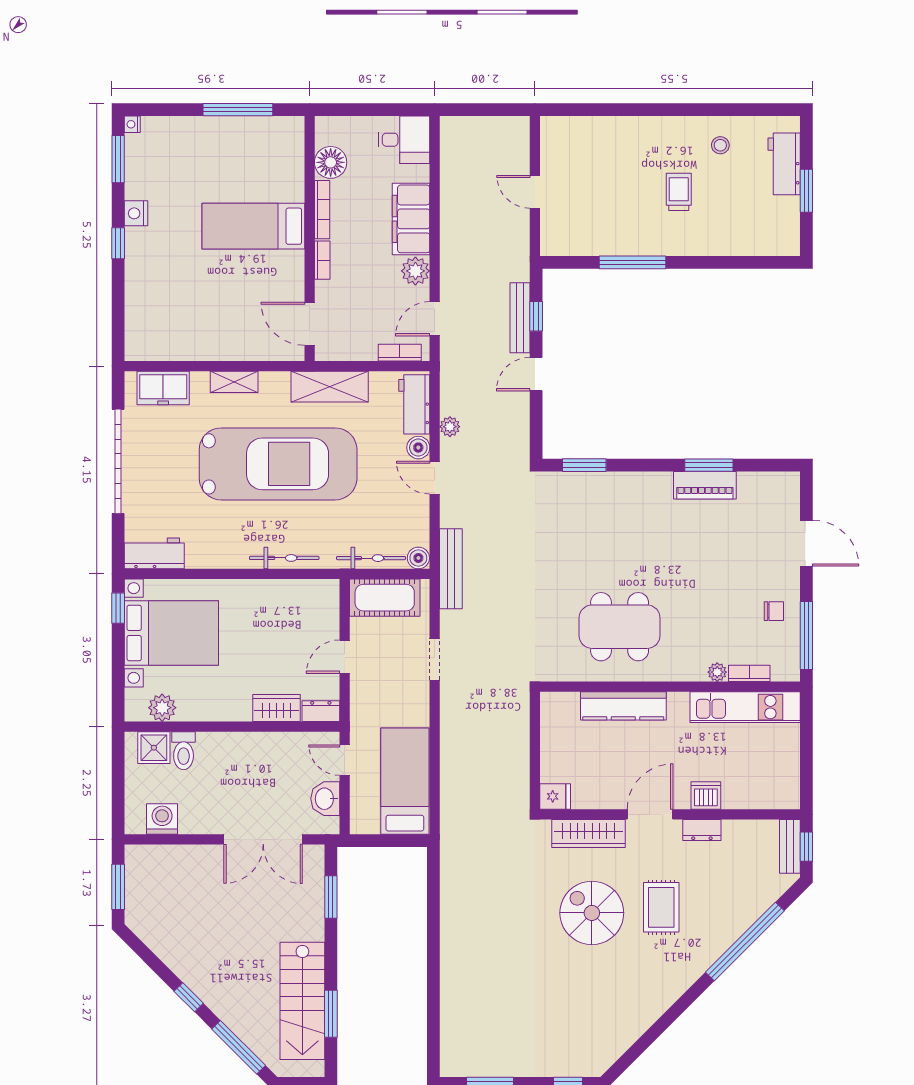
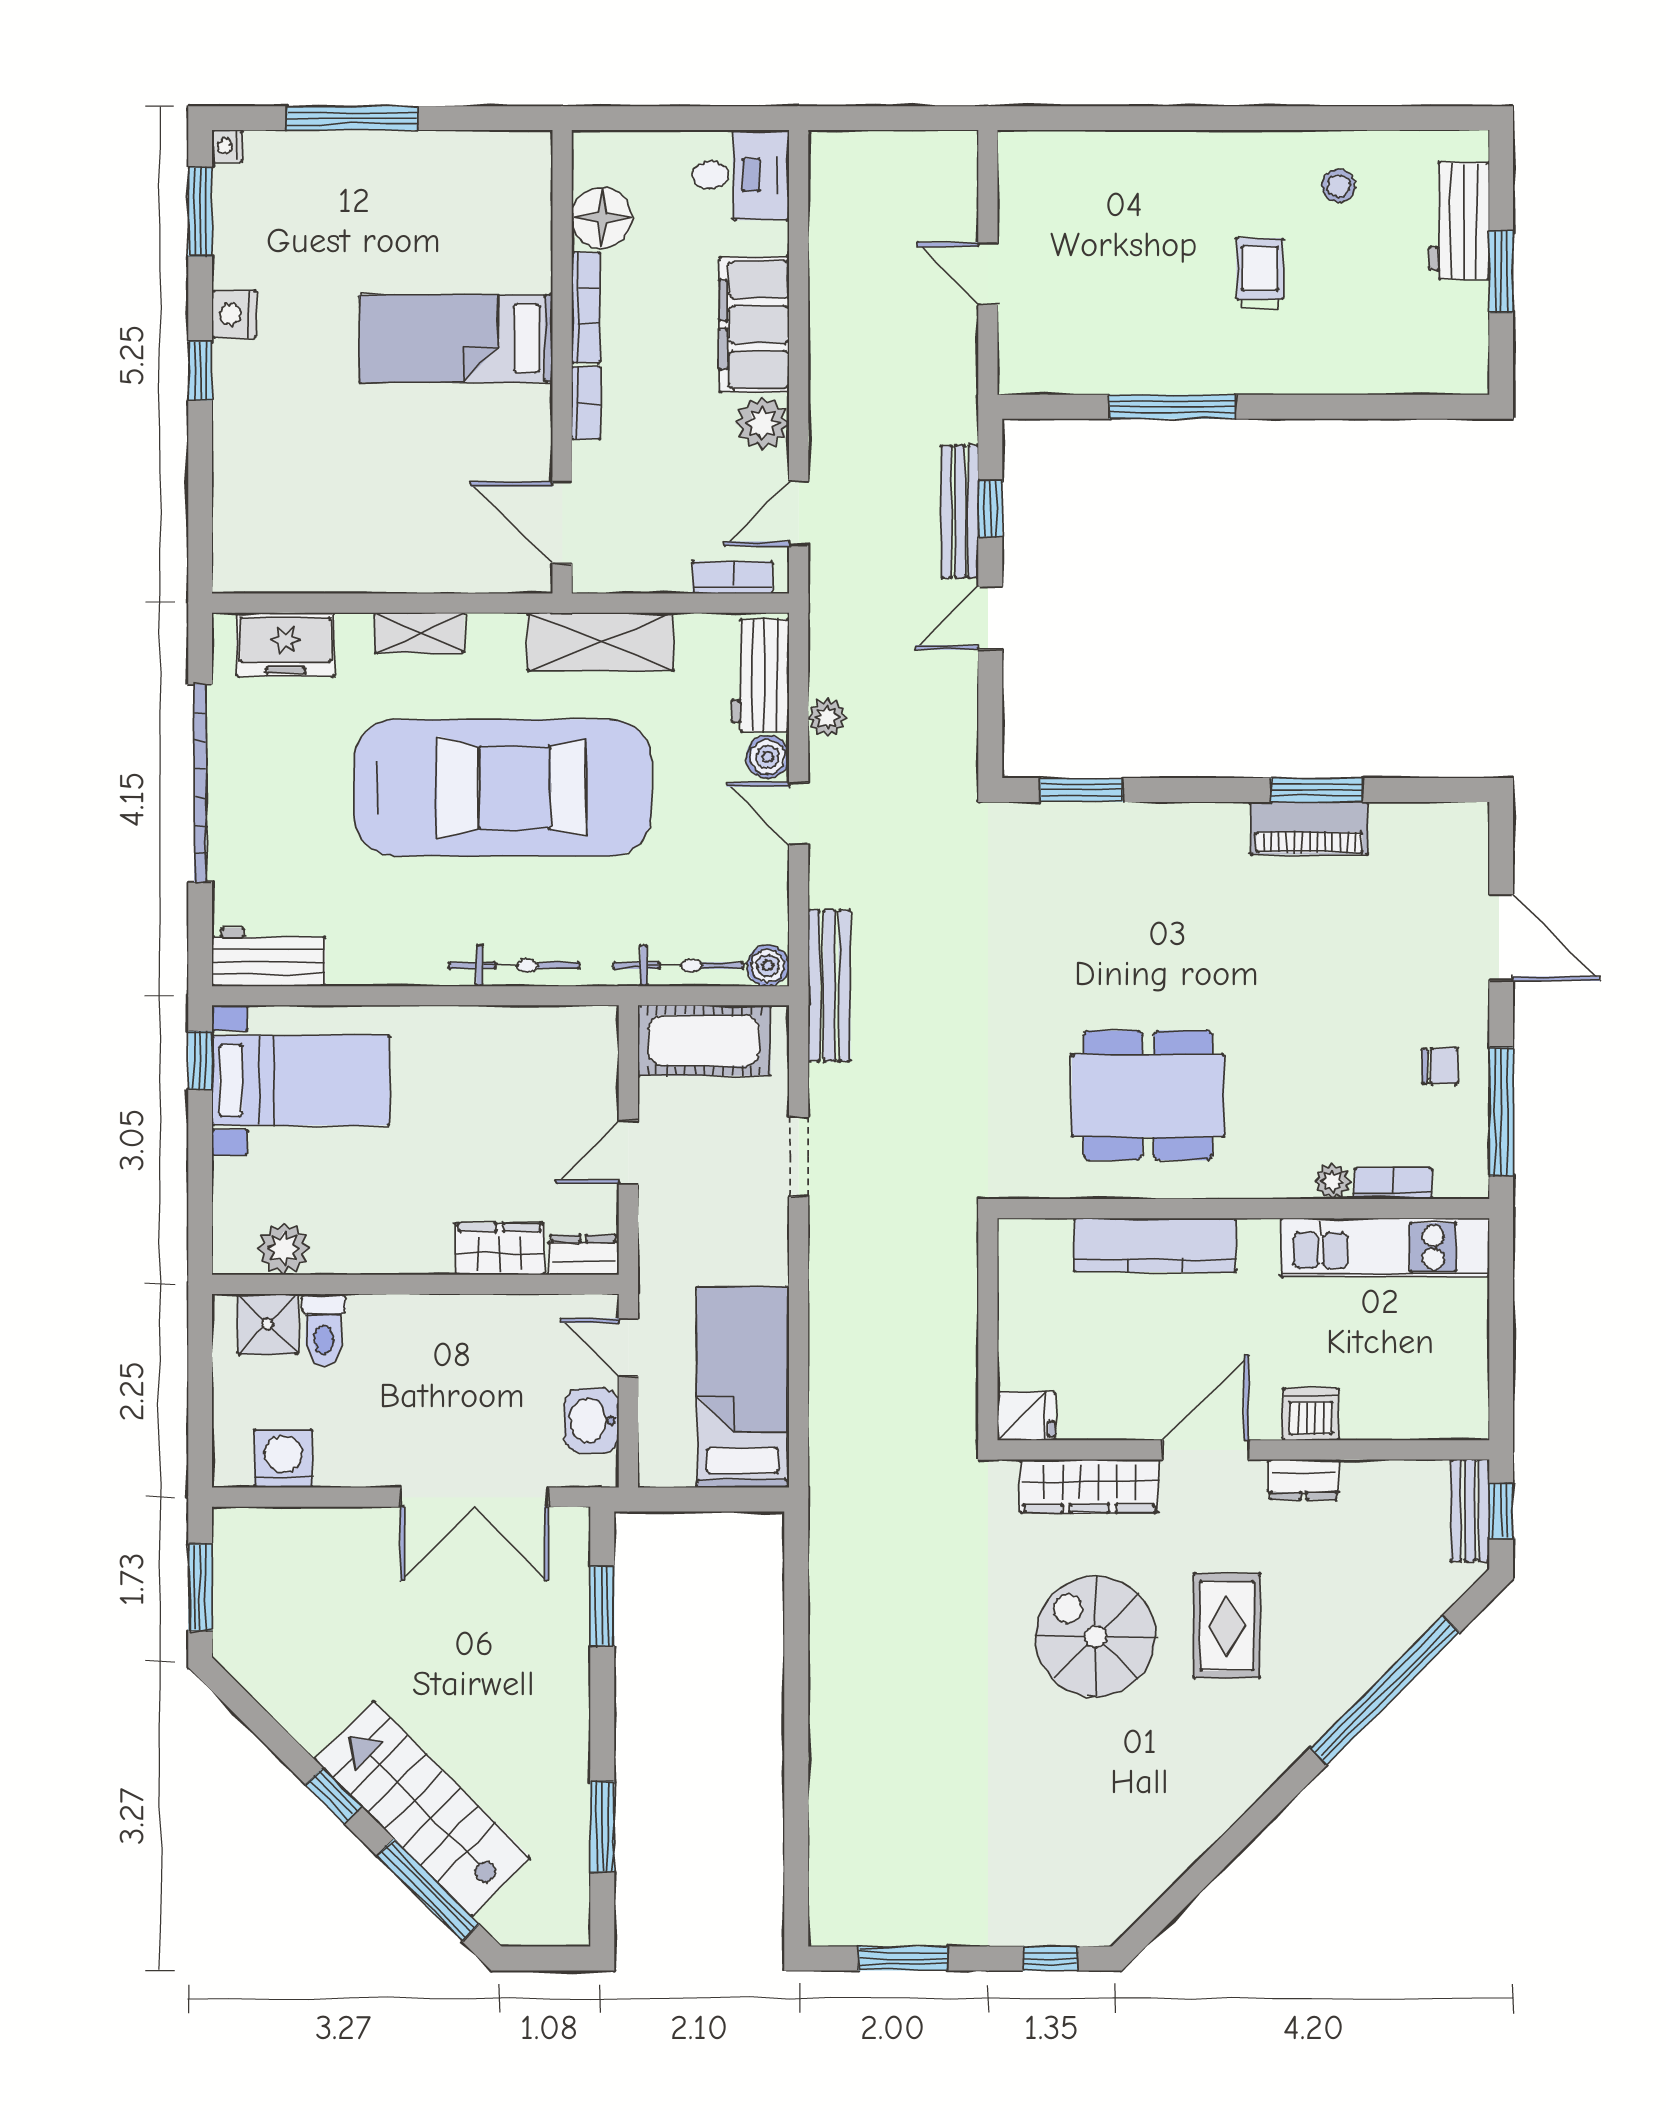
window: (238, 110) -> (352, 118), moved
bed with nightstands: (171, 633) -> (301, 1080), width x0.73
stairs: (302, 1001) -> (423, 1809), moved, turned 135

